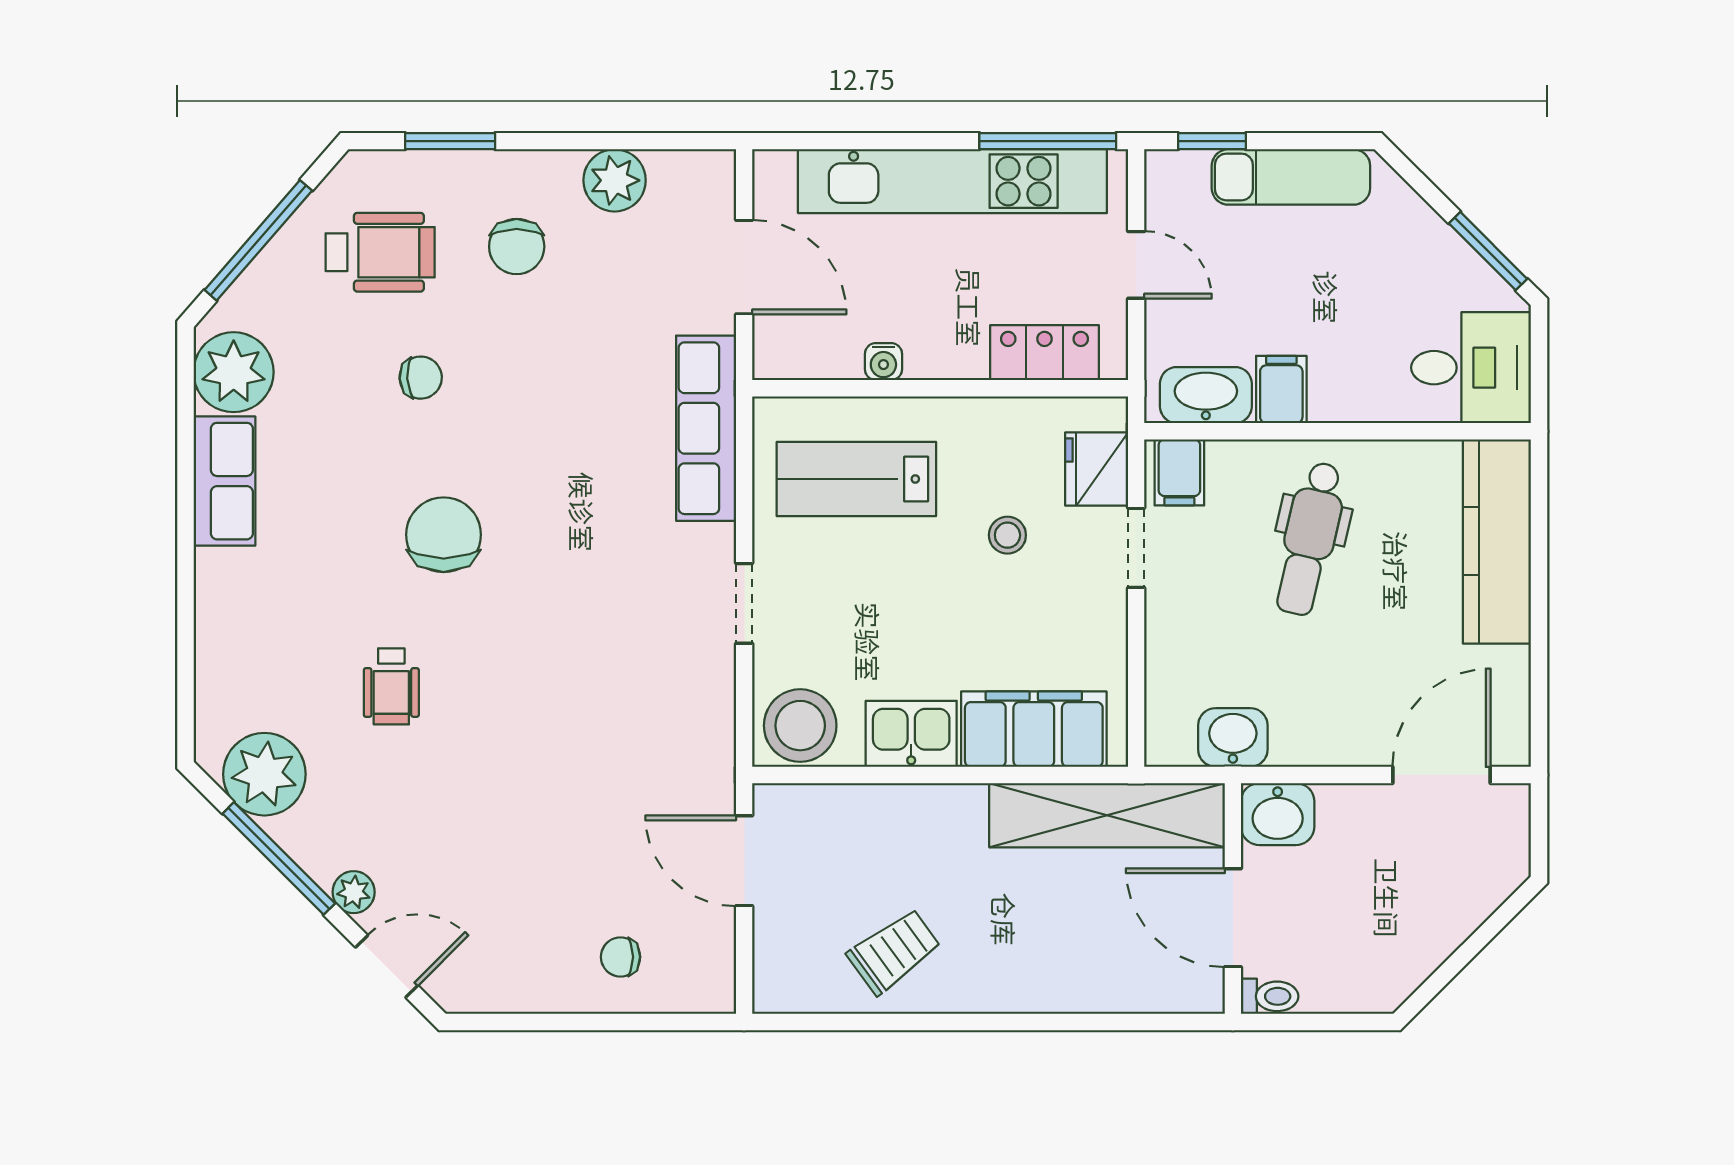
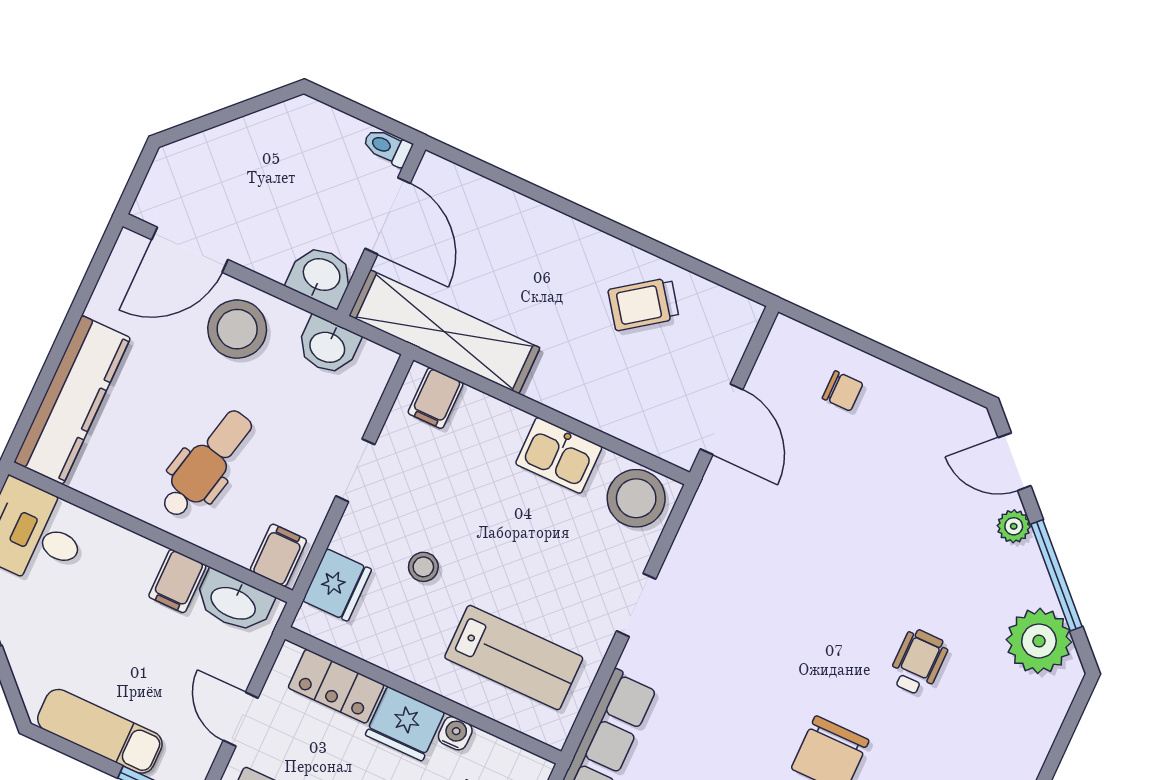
fridge: (946, 346) -> (405, 724), added
doorway: (1136, 548) -> (355, 470), moved
stool: (1346, 709) -> (237, 329), added
filing cabinet: (1034, 729) -> (436, 398), width x0.33, depth x0.86

